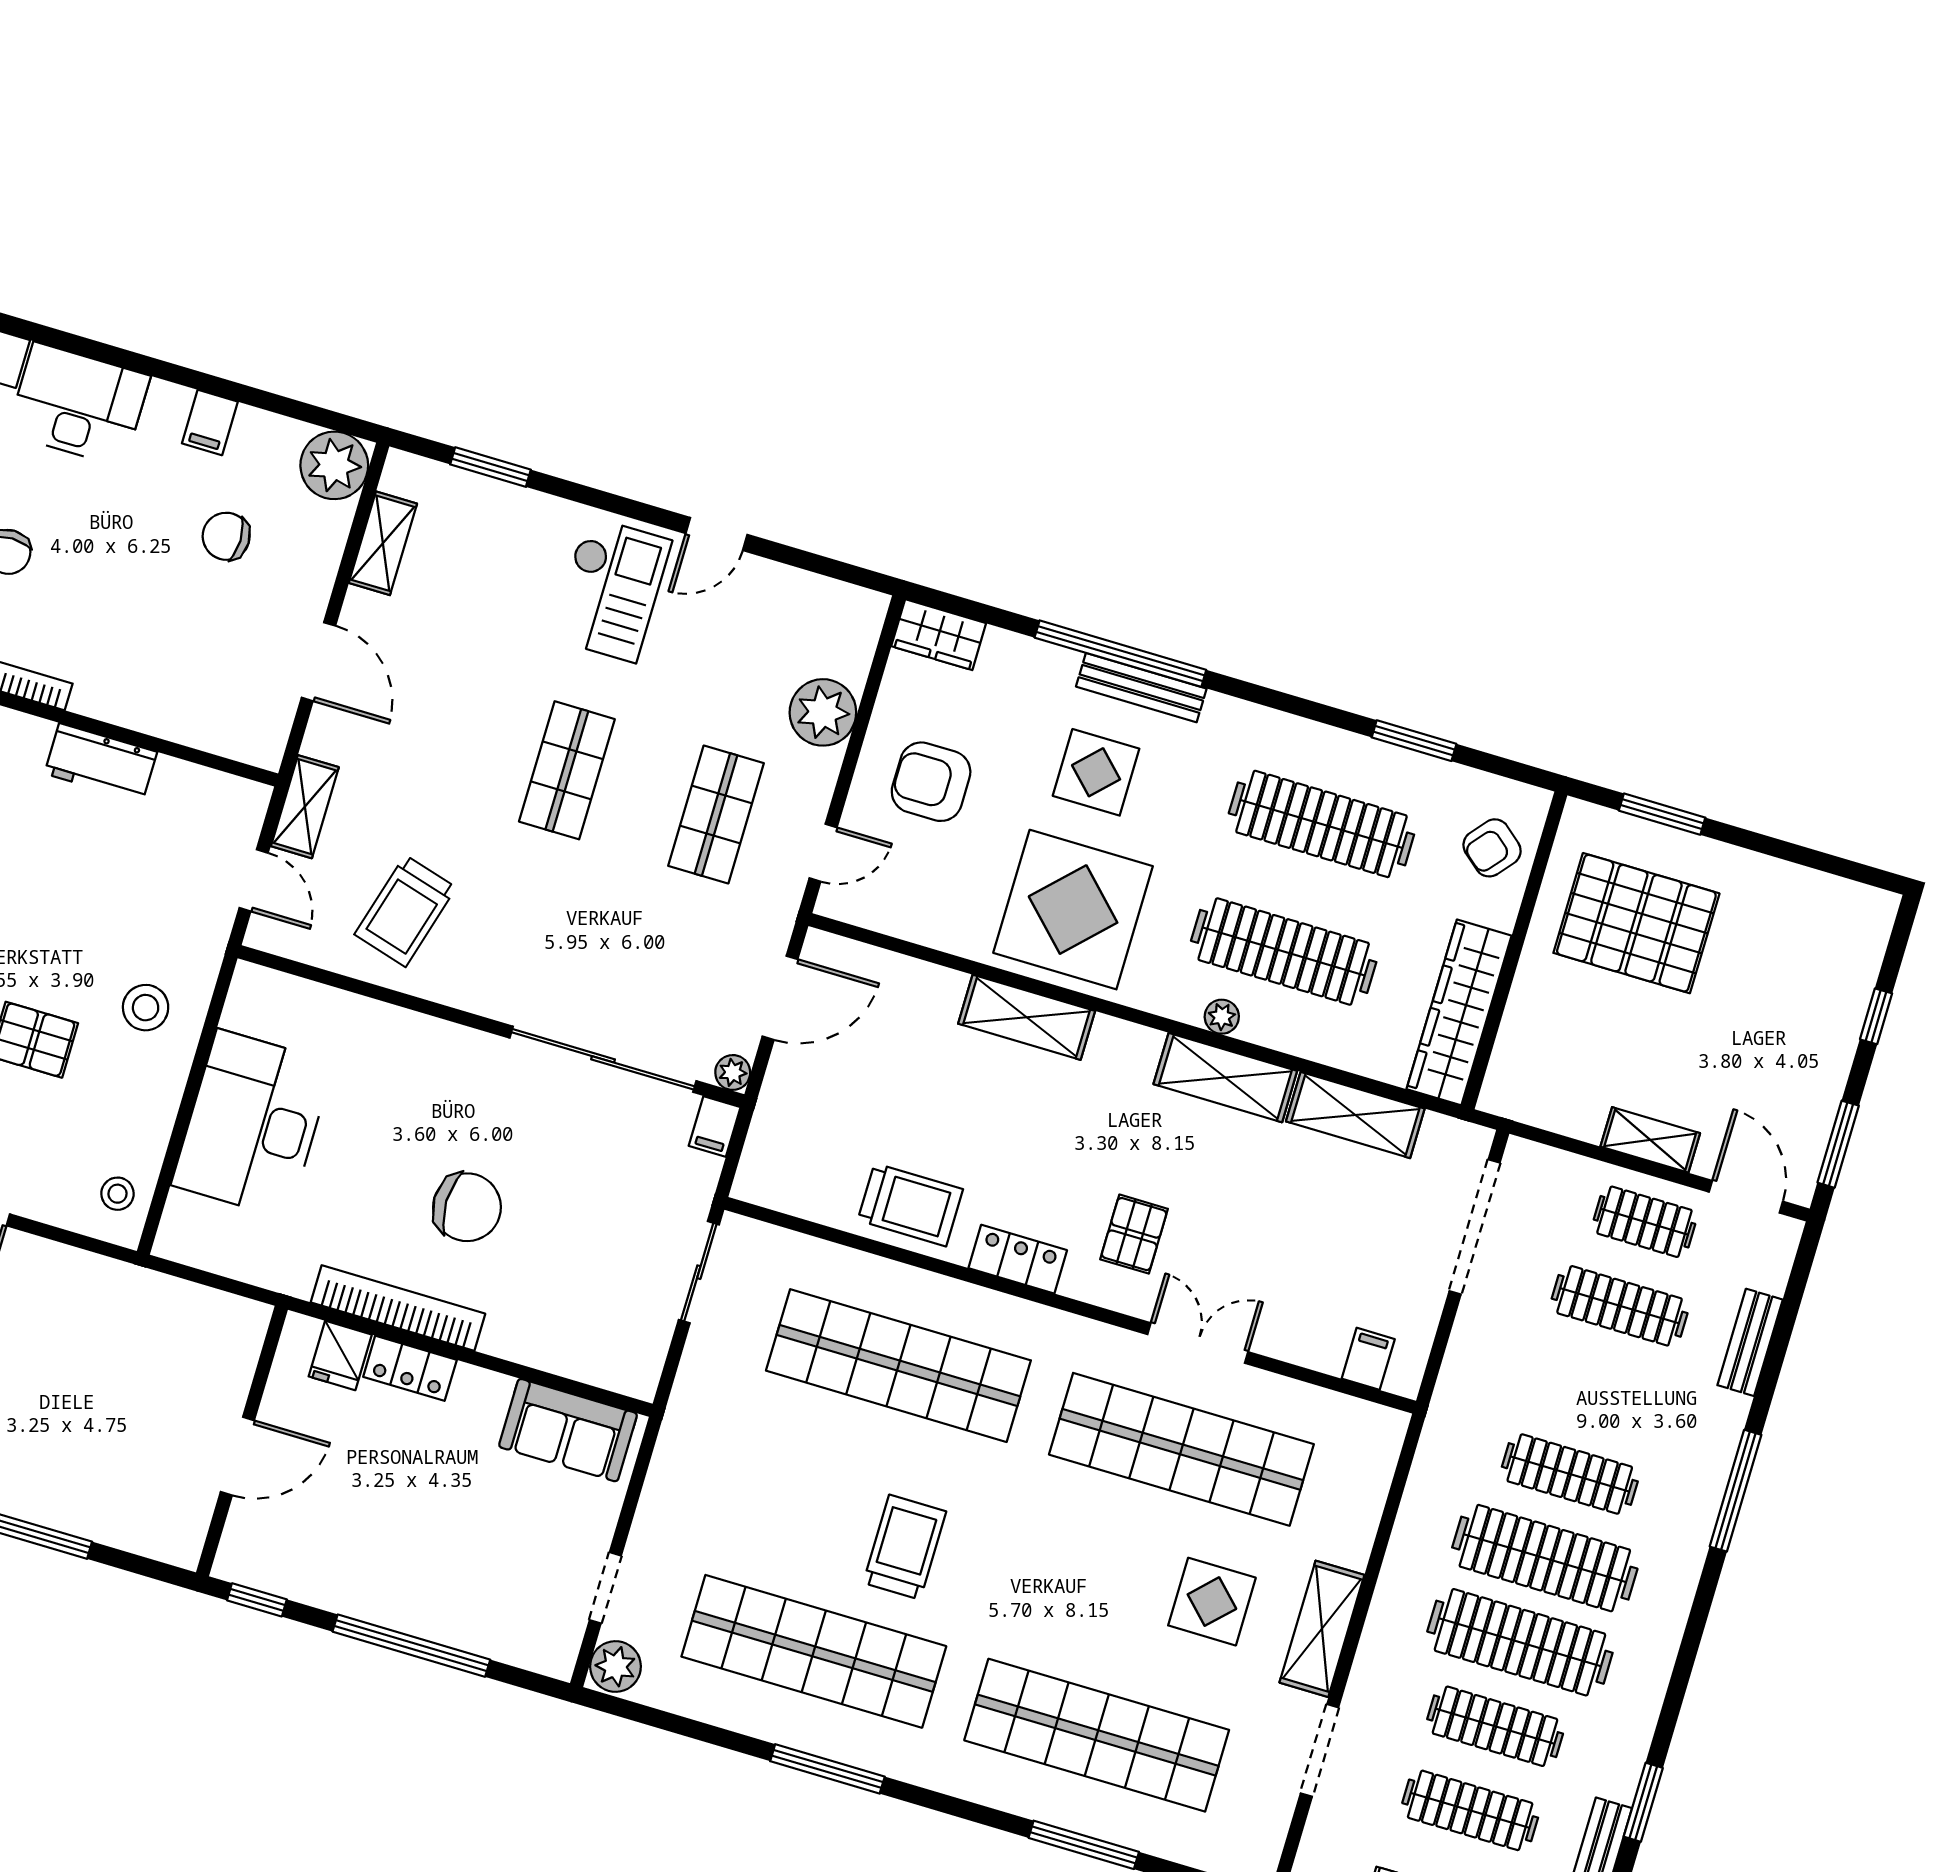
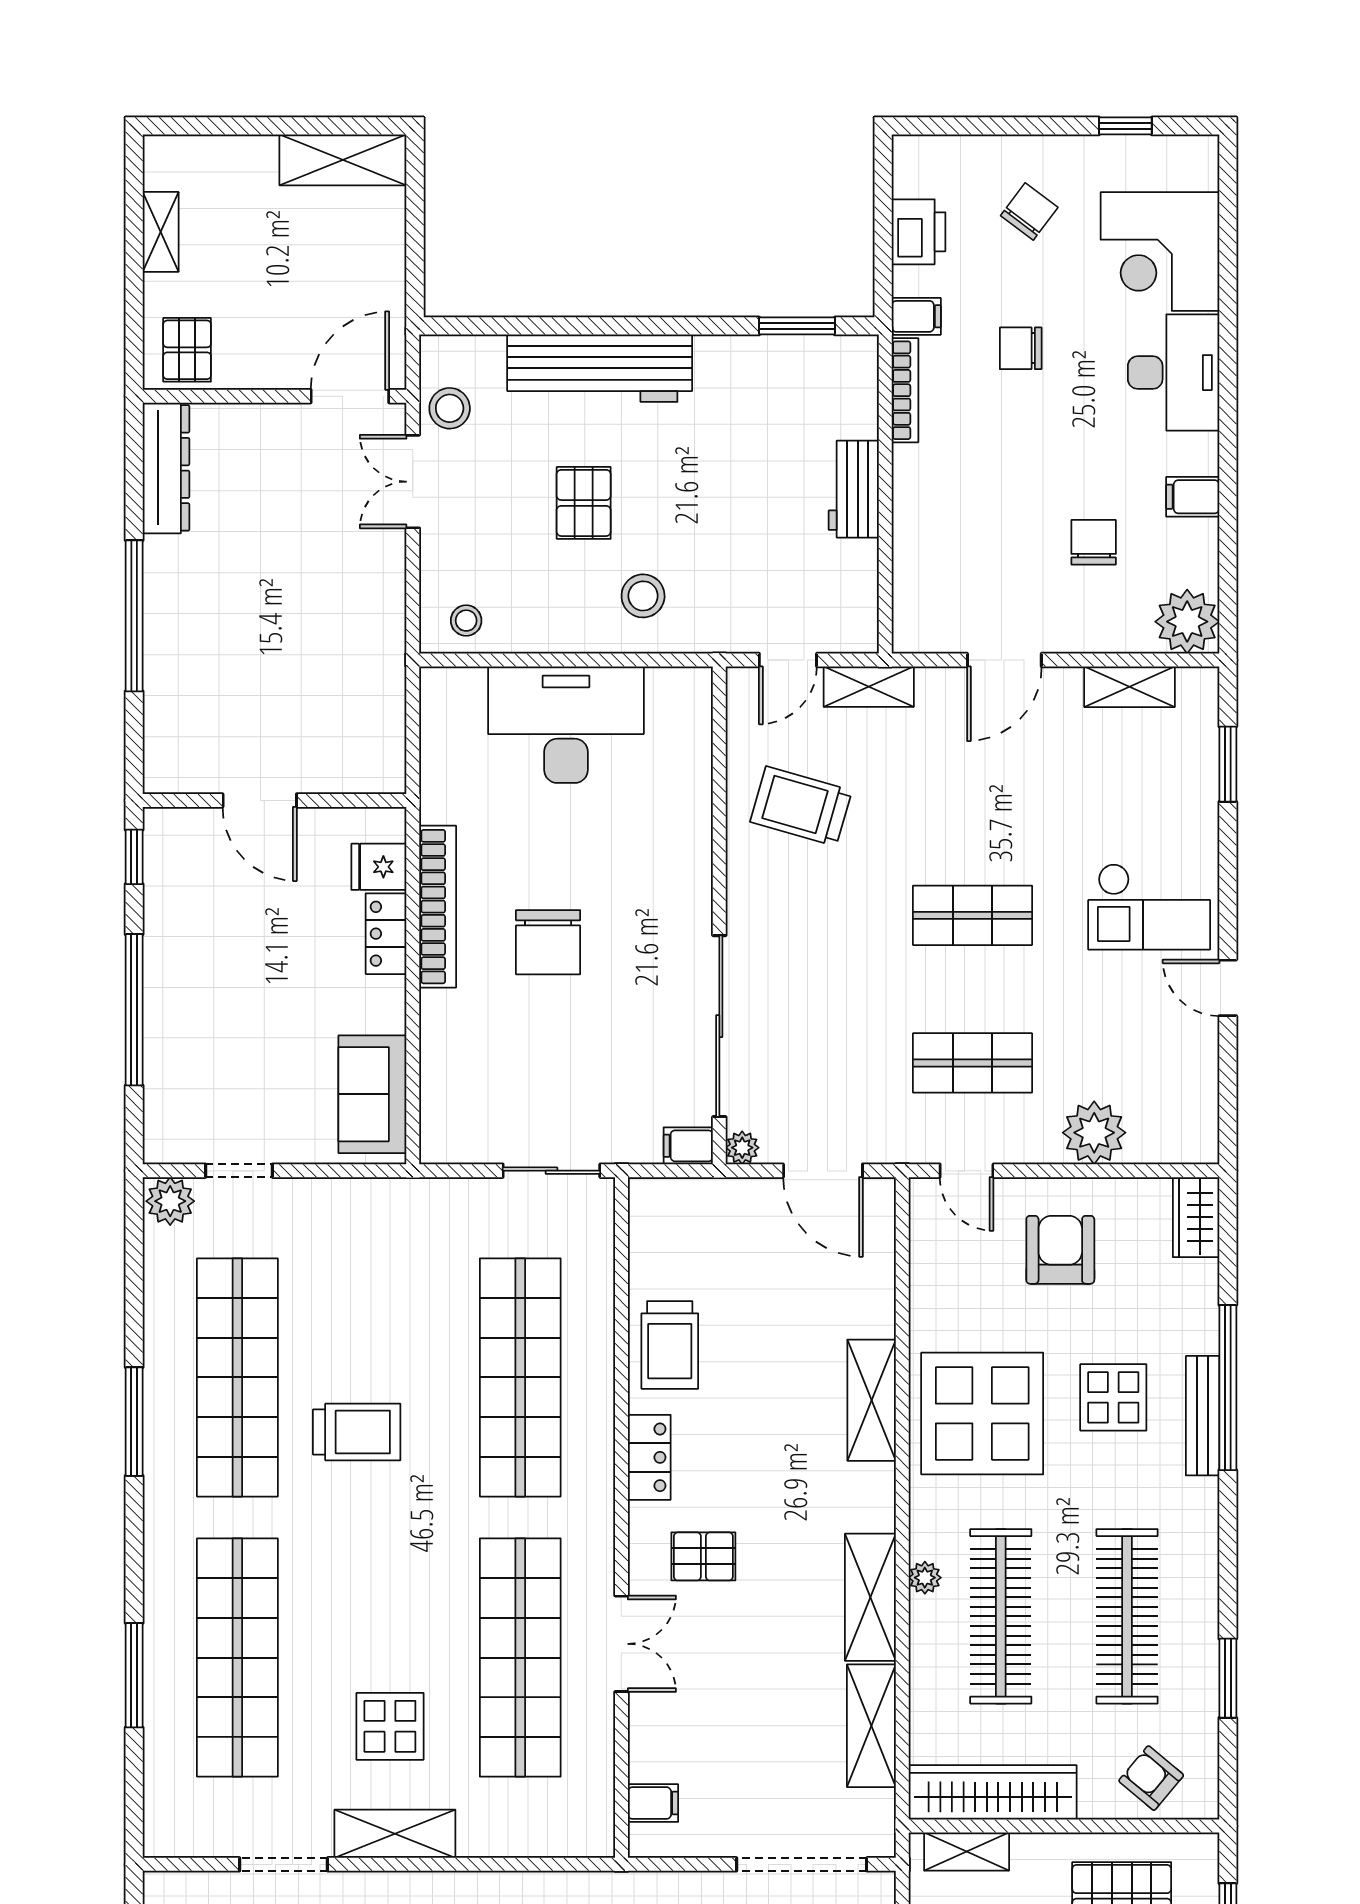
shelving: (1511, 1056) -> (967, 1852), added

